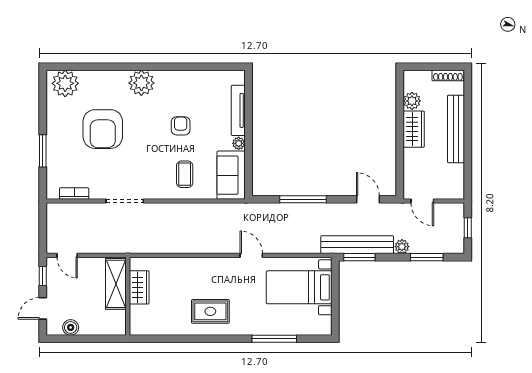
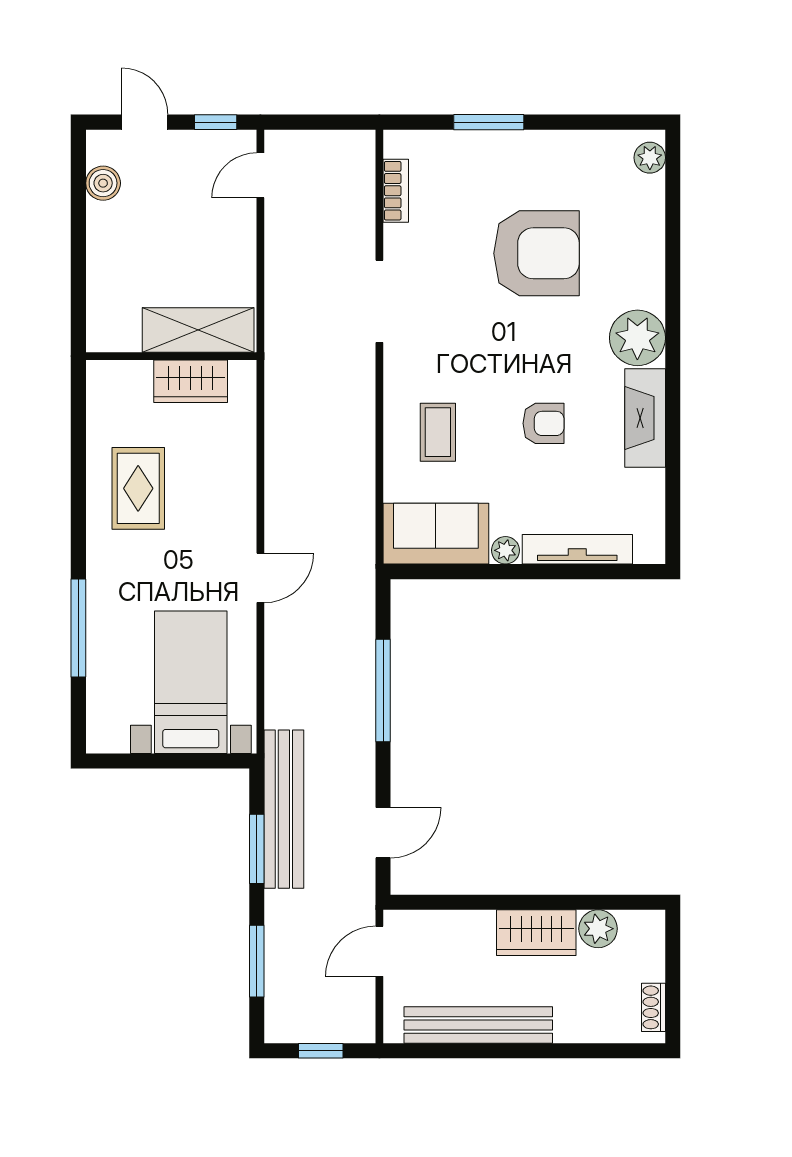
shoe rack: (448, 75) -> (654, 1007), width x0.70
fireplace: (178, 79) -> (645, 418), added
plant: (65, 83) -> (650, 158), width x0.53, depth x0.53
armchair: (103, 129) -> (537, 253), turned 180
bench: (456, 129) -> (478, 1025), moved
coffee table: (185, 174) -> (438, 432), turned 90
plant: (402, 247) -> (280, 907), removed
window: (359, 257) -> (257, 849), moved
shelving: (116, 284) -> (198, 330), moved
wardrobe: (139, 287) -> (191, 381), moved
wall: (128, 296) -> (171, 356), moved

